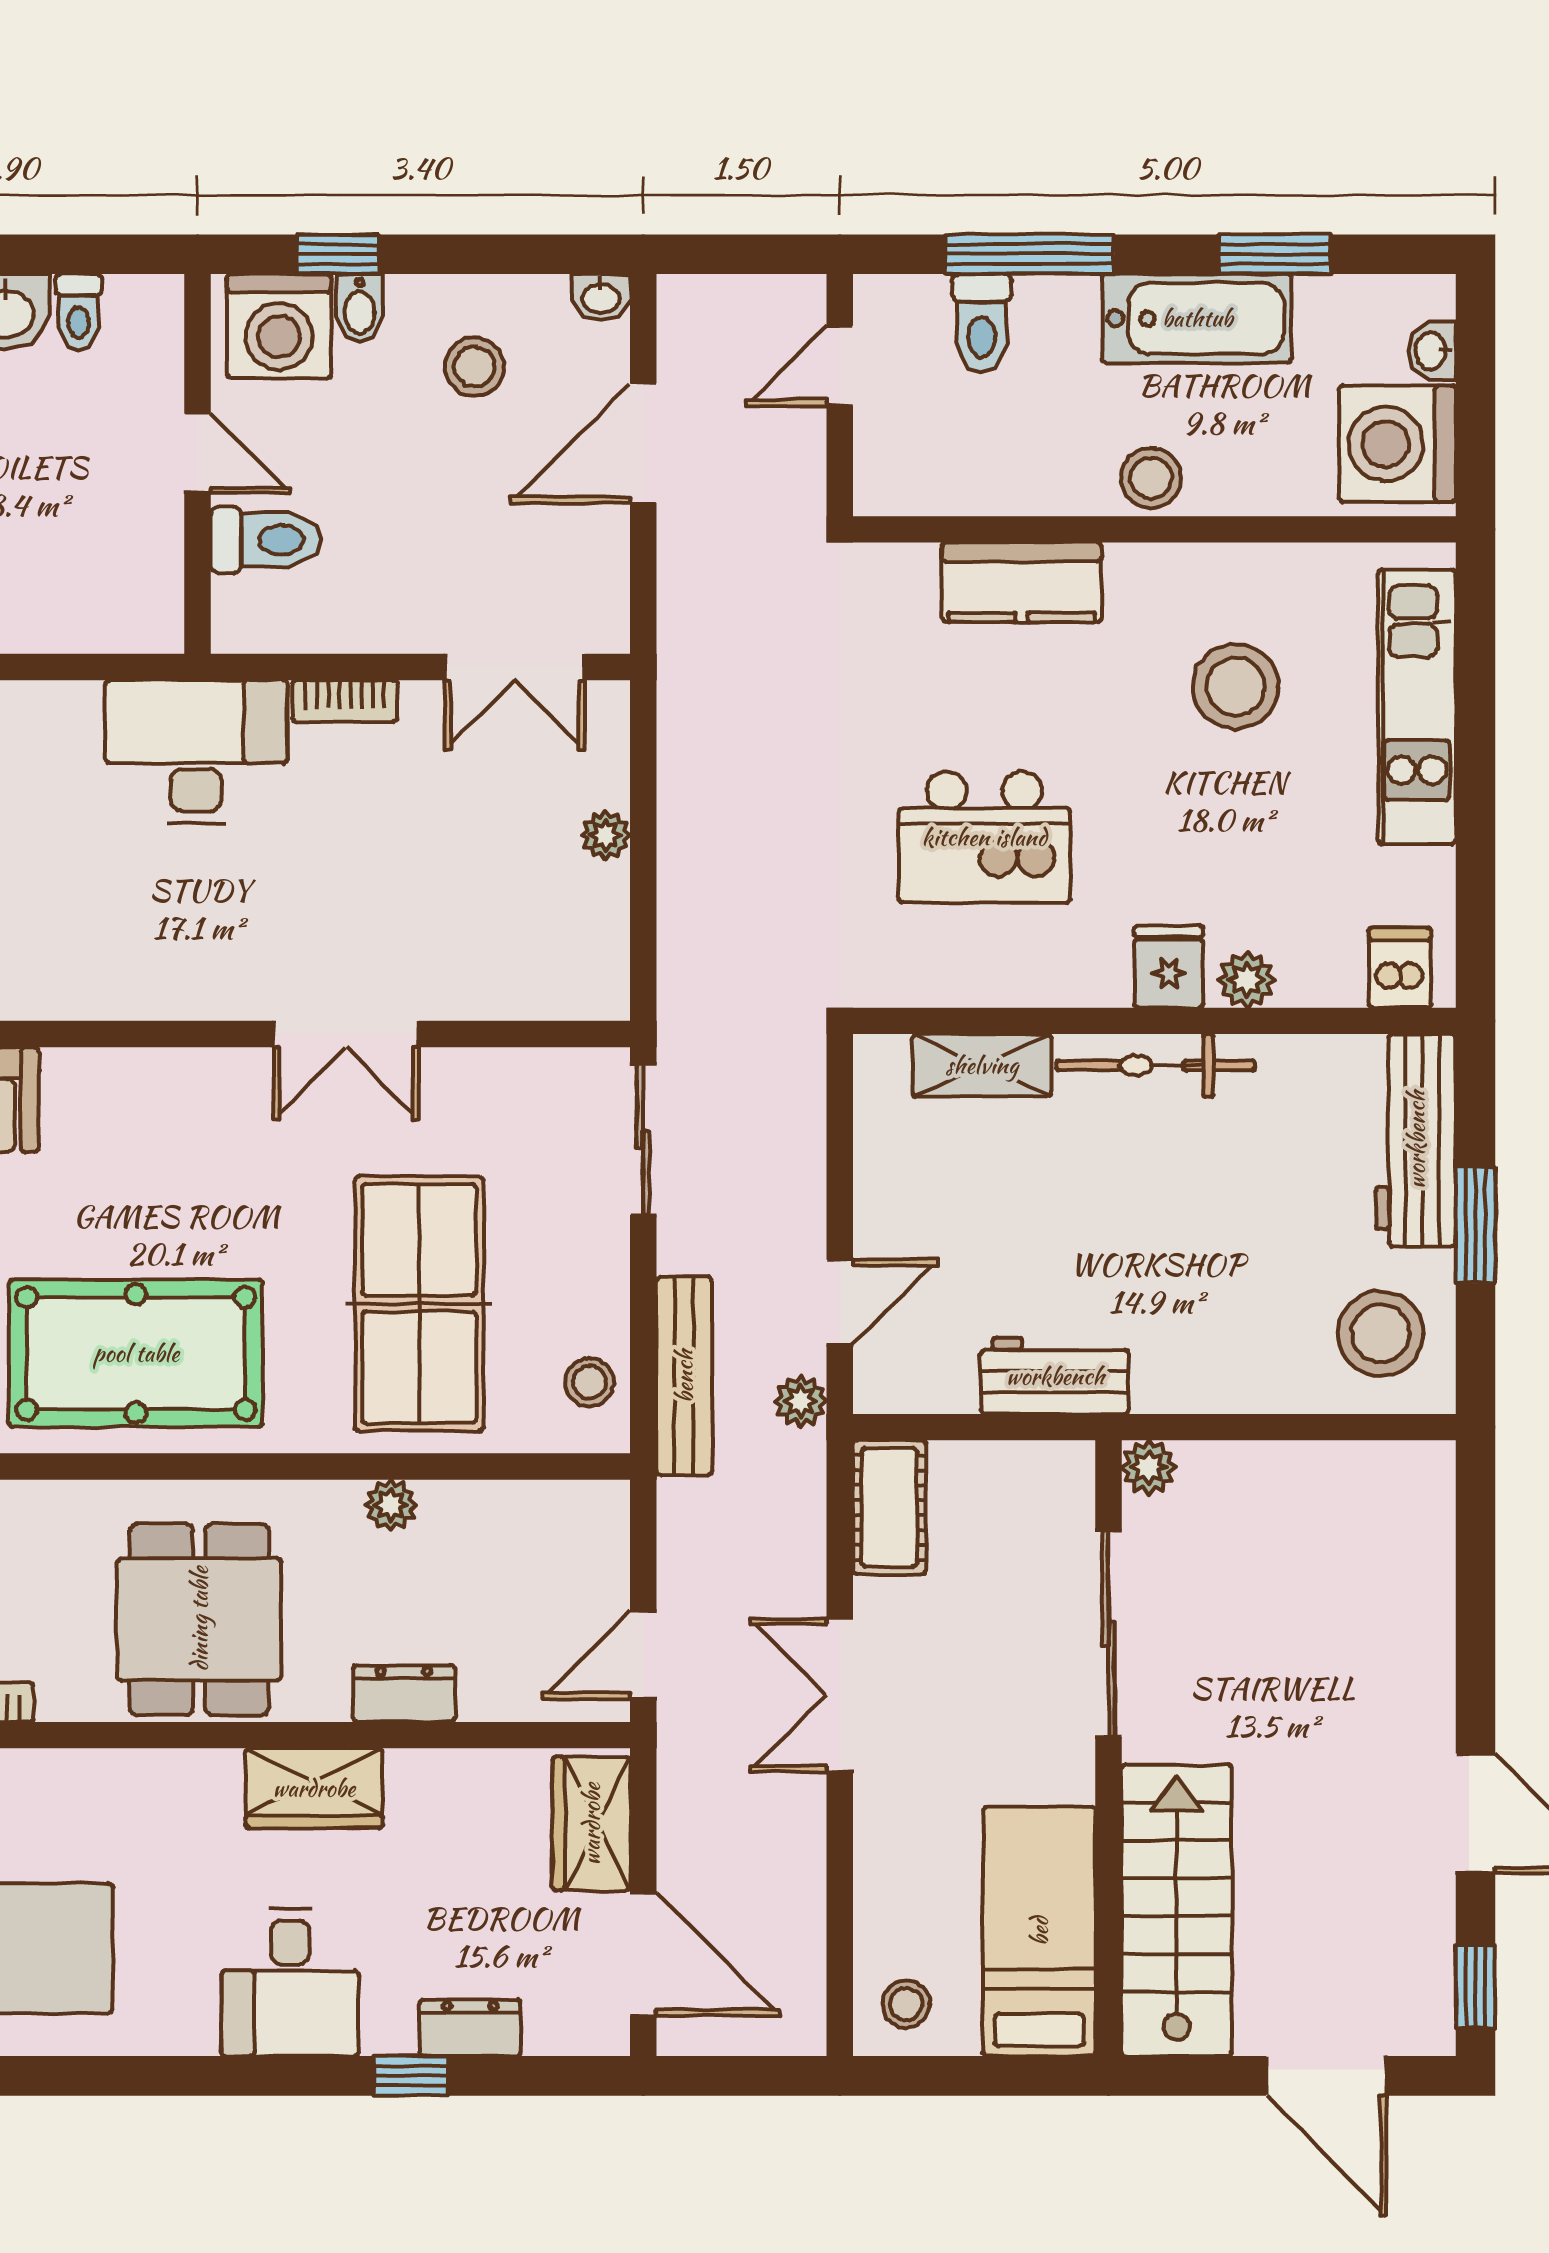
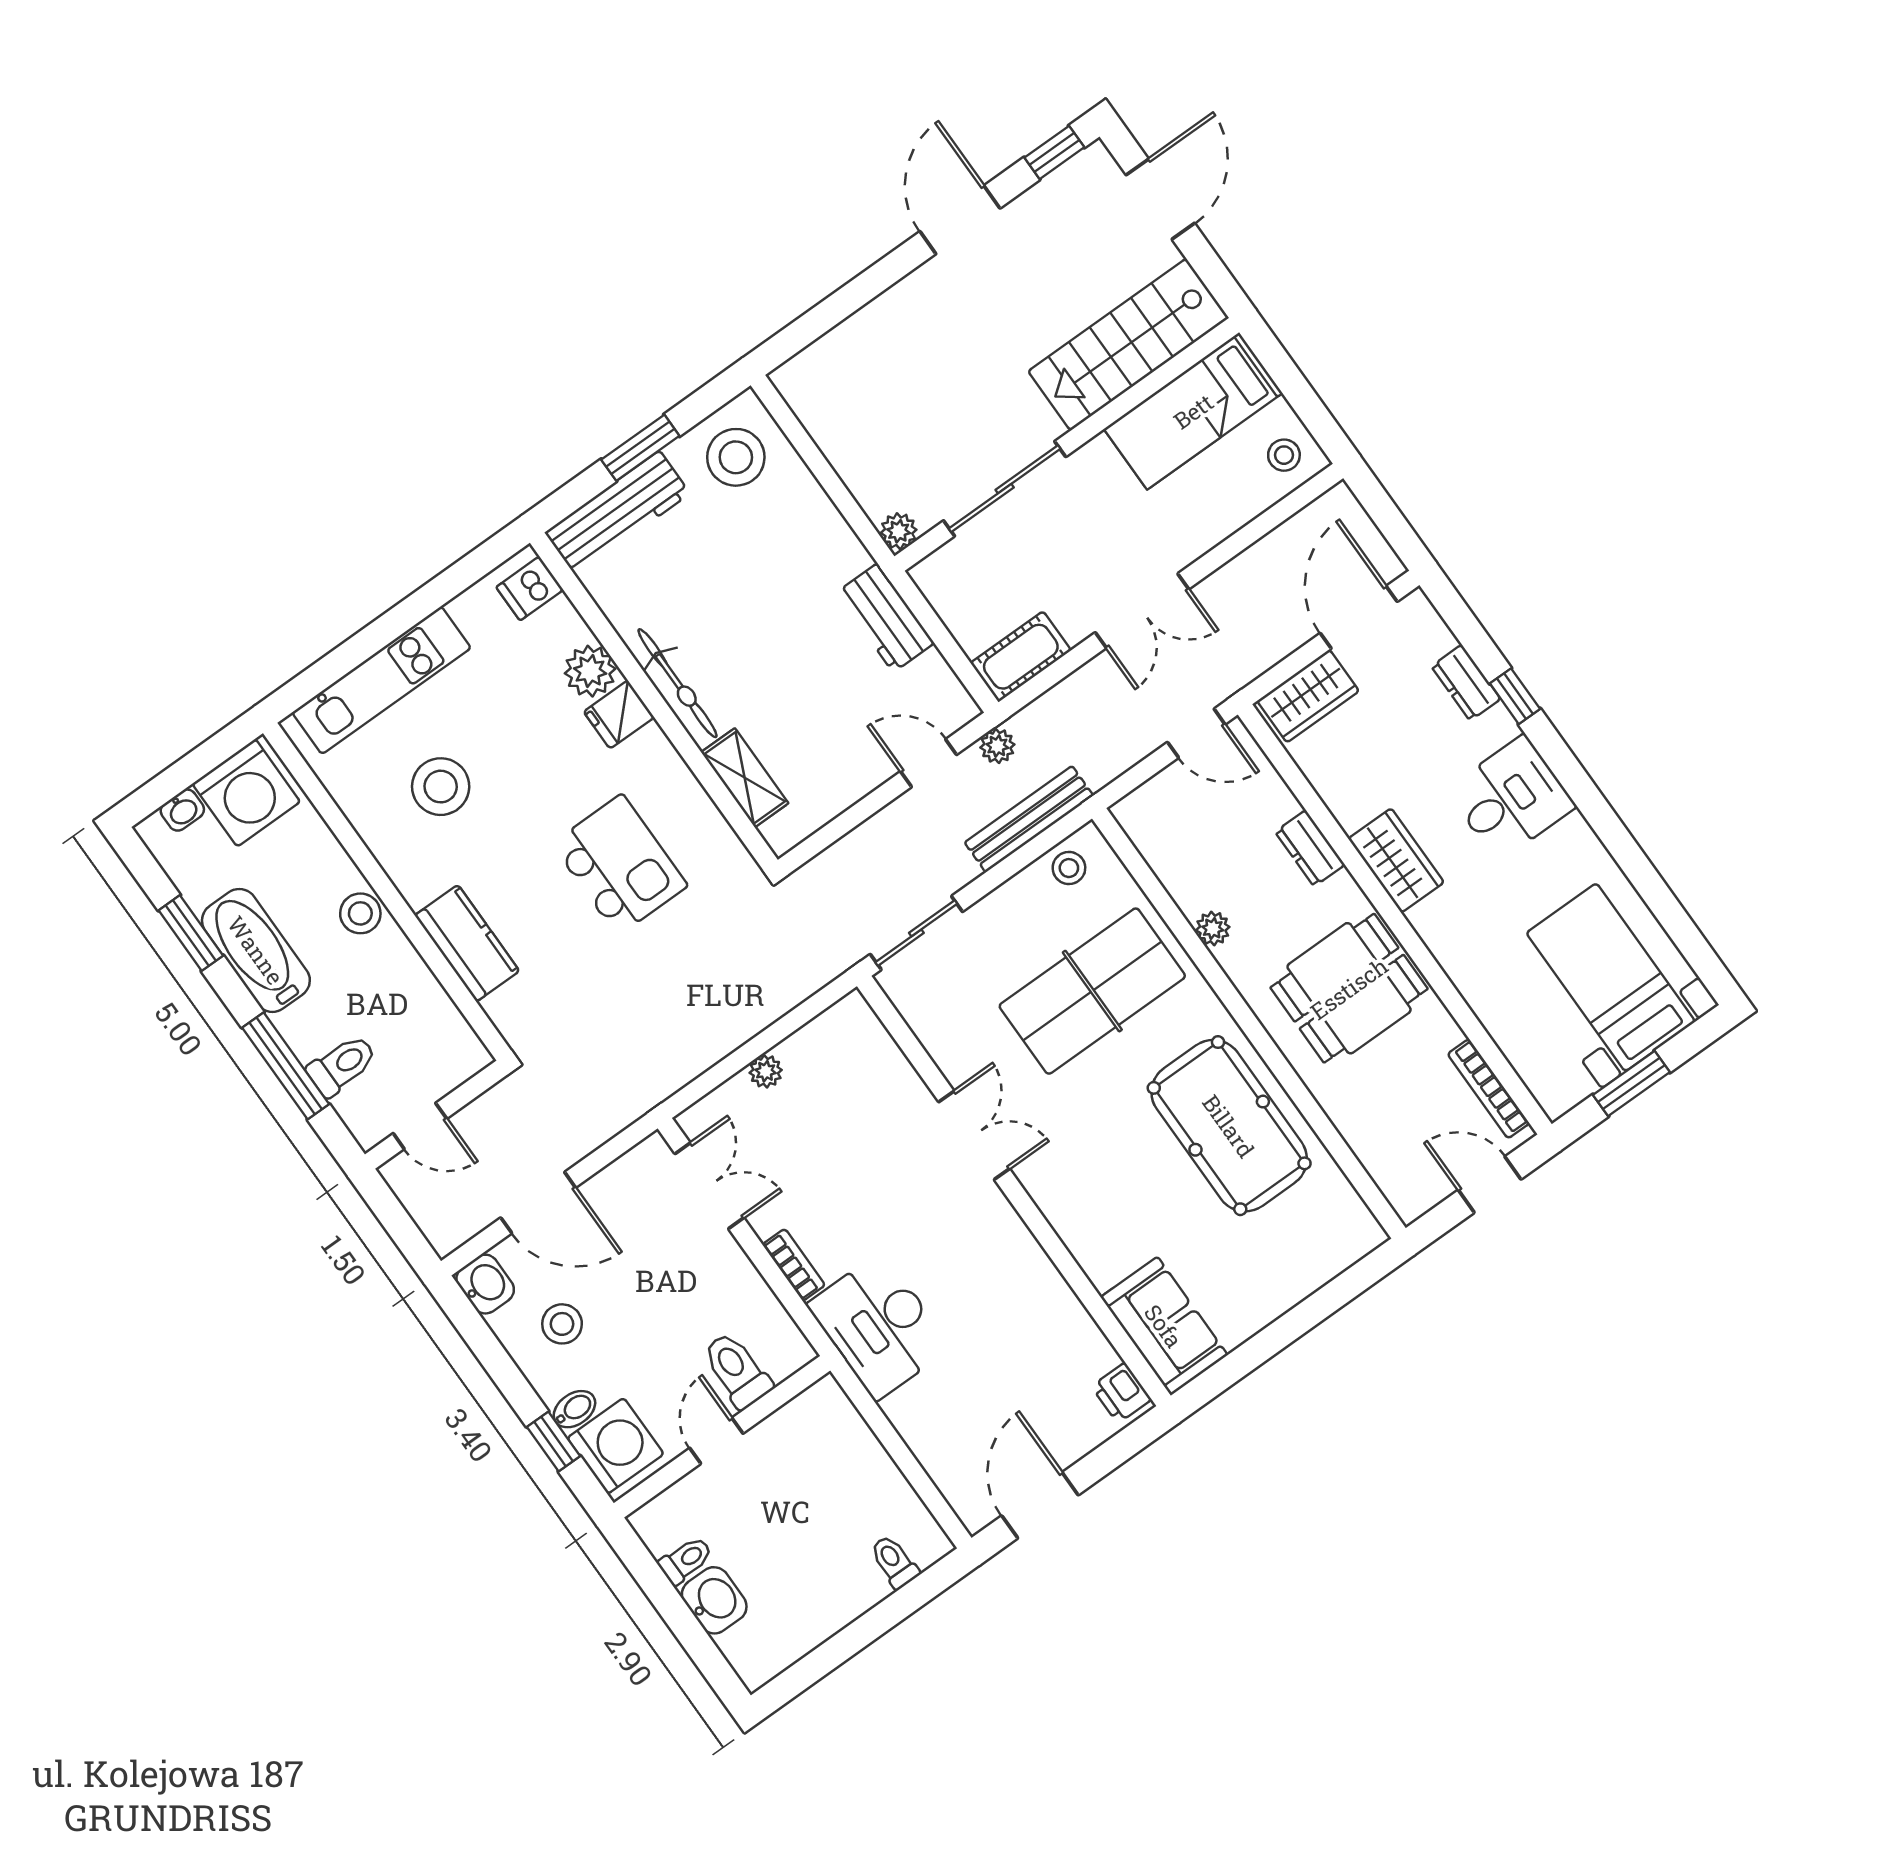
washbasin: (601, 297) -> (485, 1284), width x1.38, depth x1.45
plant: (1247, 980) -> (590, 671), width x1.38, depth x1.38

